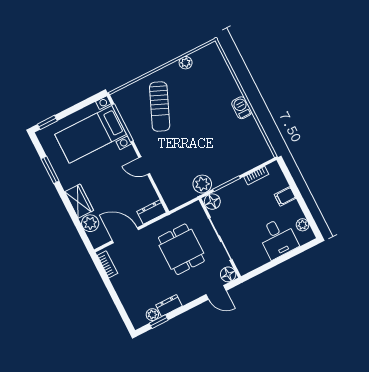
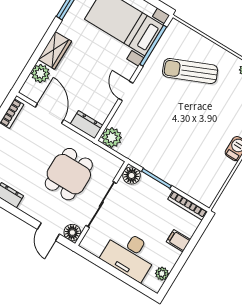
sun lounger: (160, 107) -> (190, 71), turned 44
bookcase: (256, 176) -> (187, 205), width x1.56
plant: (202, 184) -> (112, 137), moved
desk: (278, 238) -> (130, 255), width x1.37

